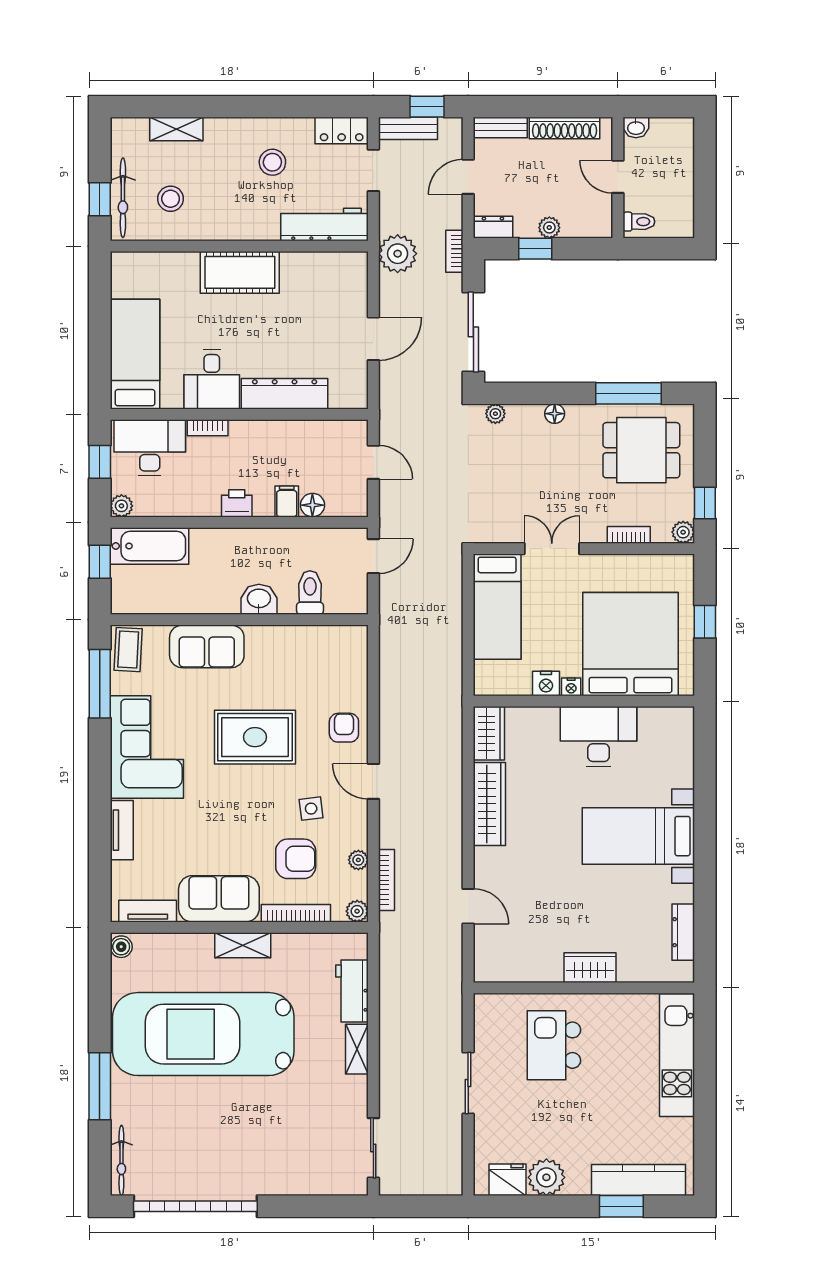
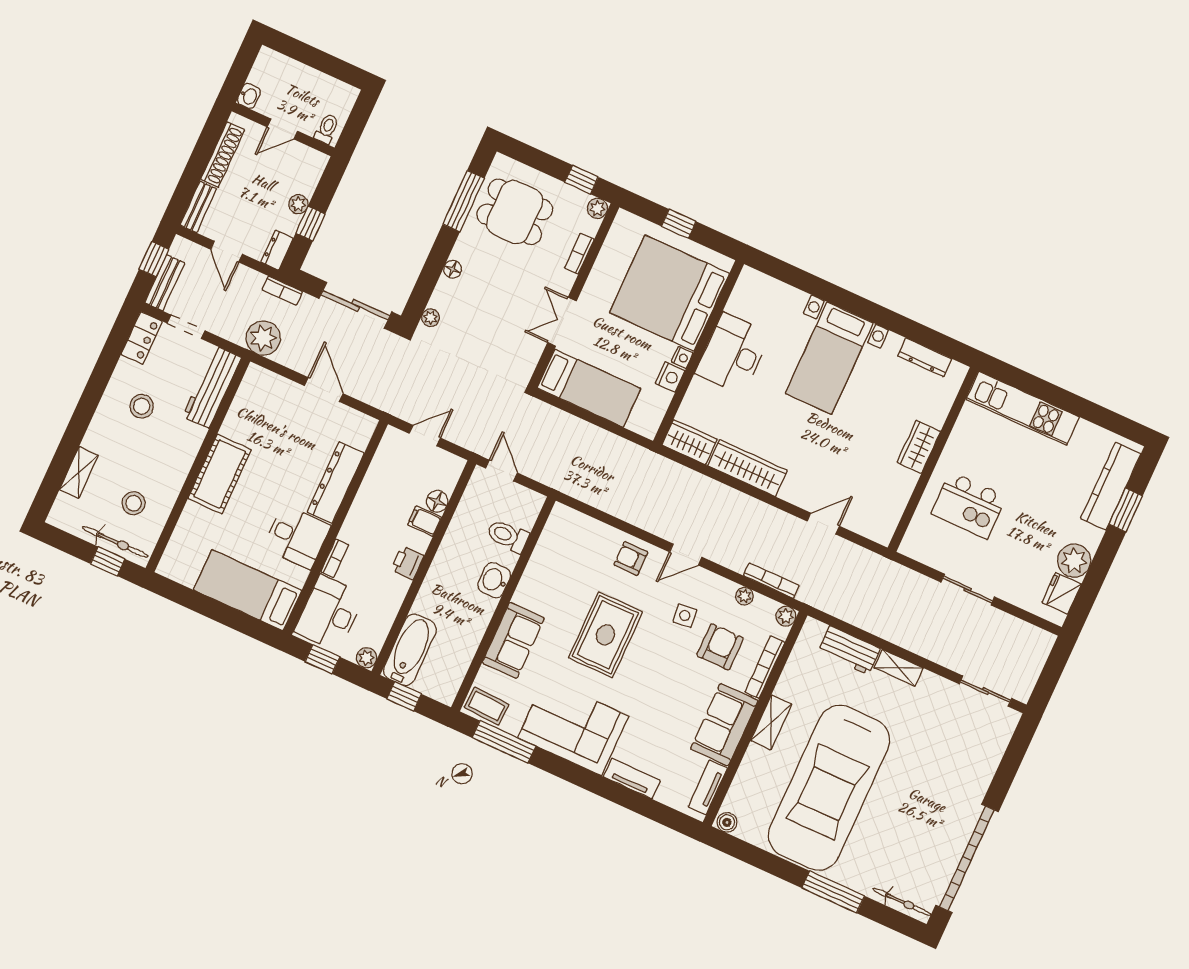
dining table: (641, 450) -> (515, 212), turned 90

